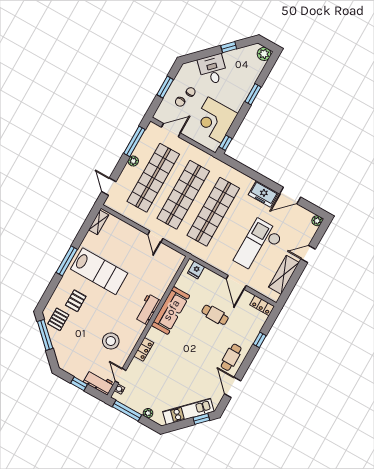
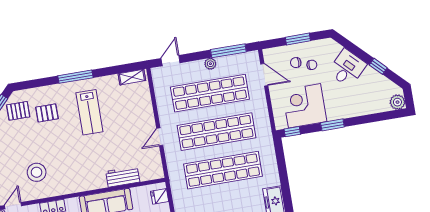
window: (253, 94) -> (332, 125), moved
lab bench: (99, 271) -> (89, 112), width x0.73, depth x0.72
workbench: (148, 309) -> (123, 177), moved

